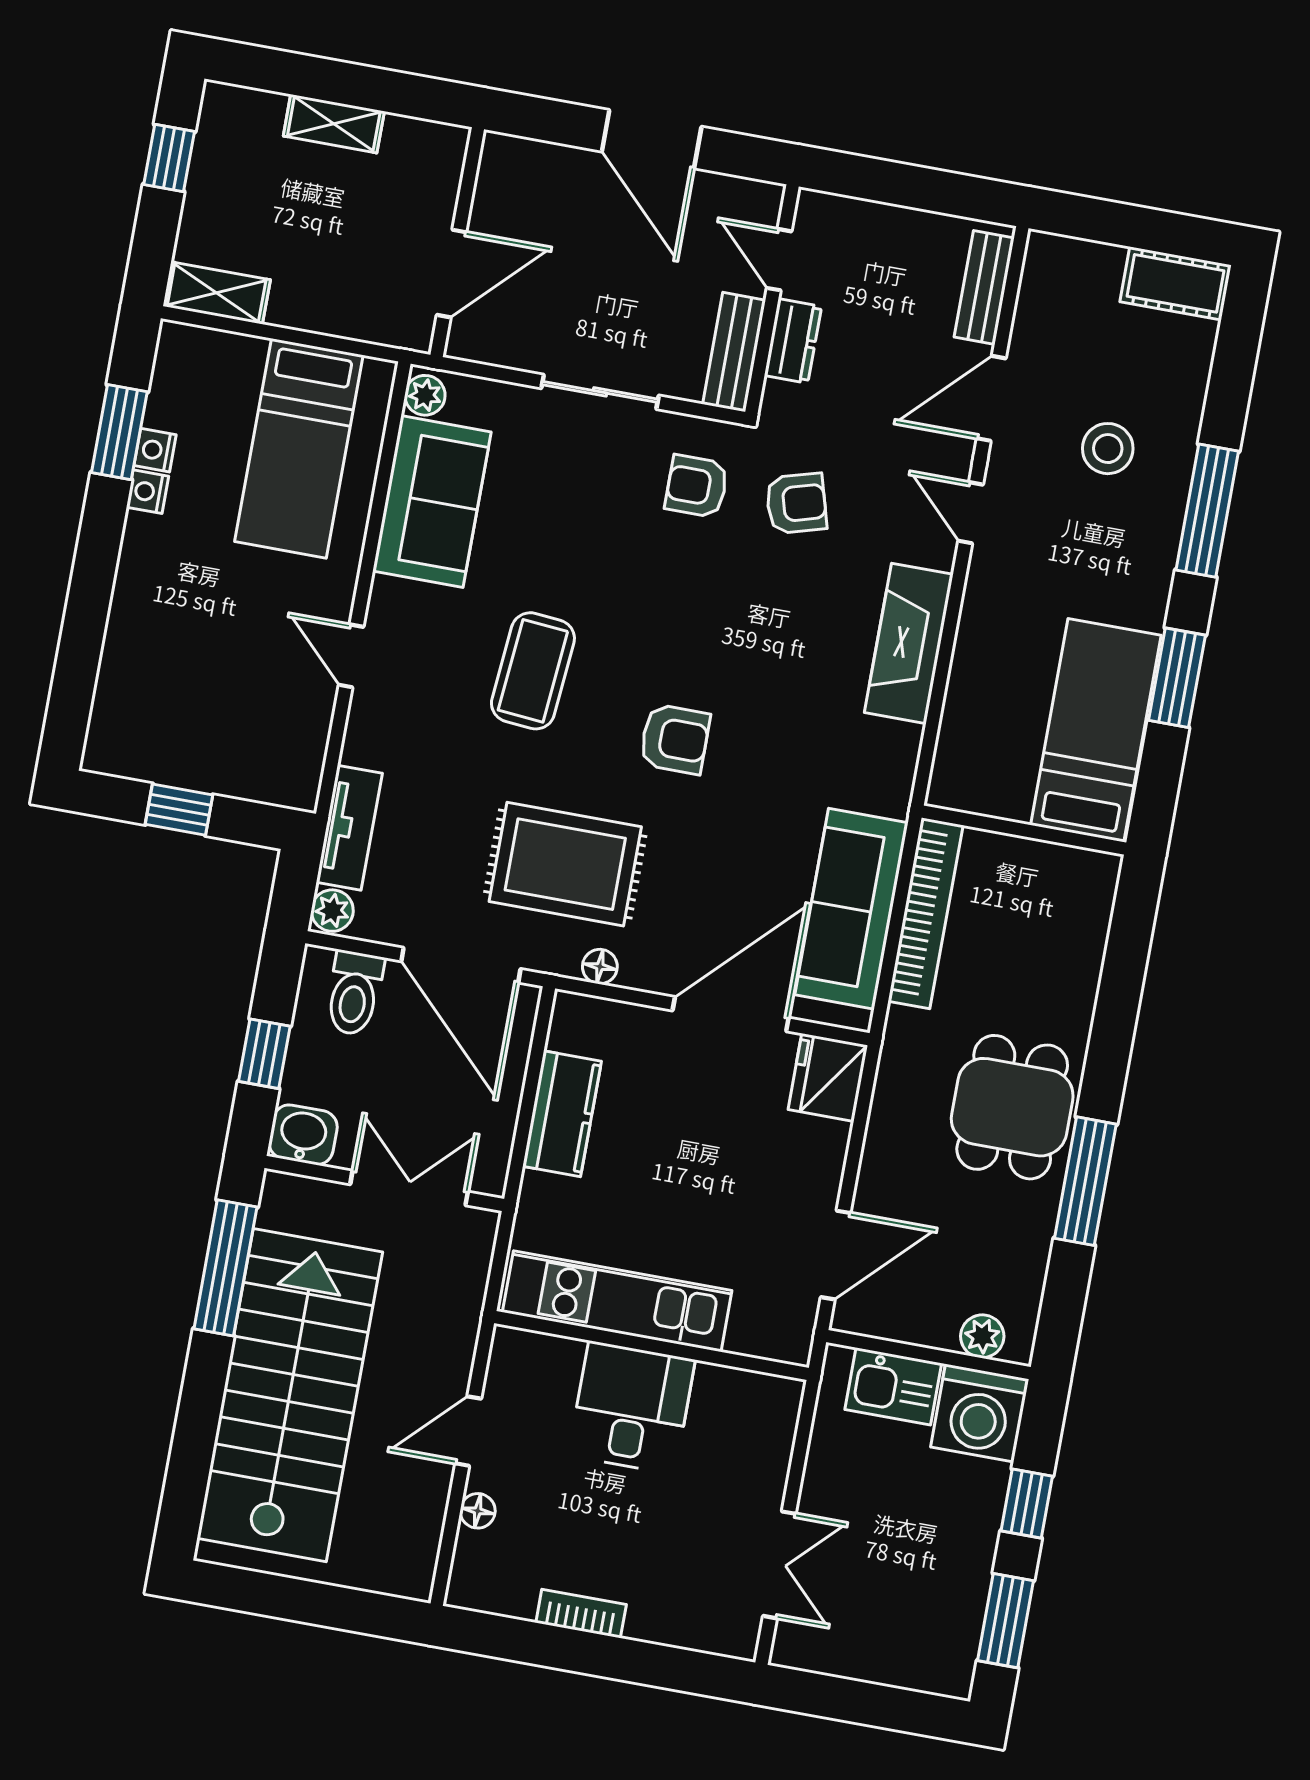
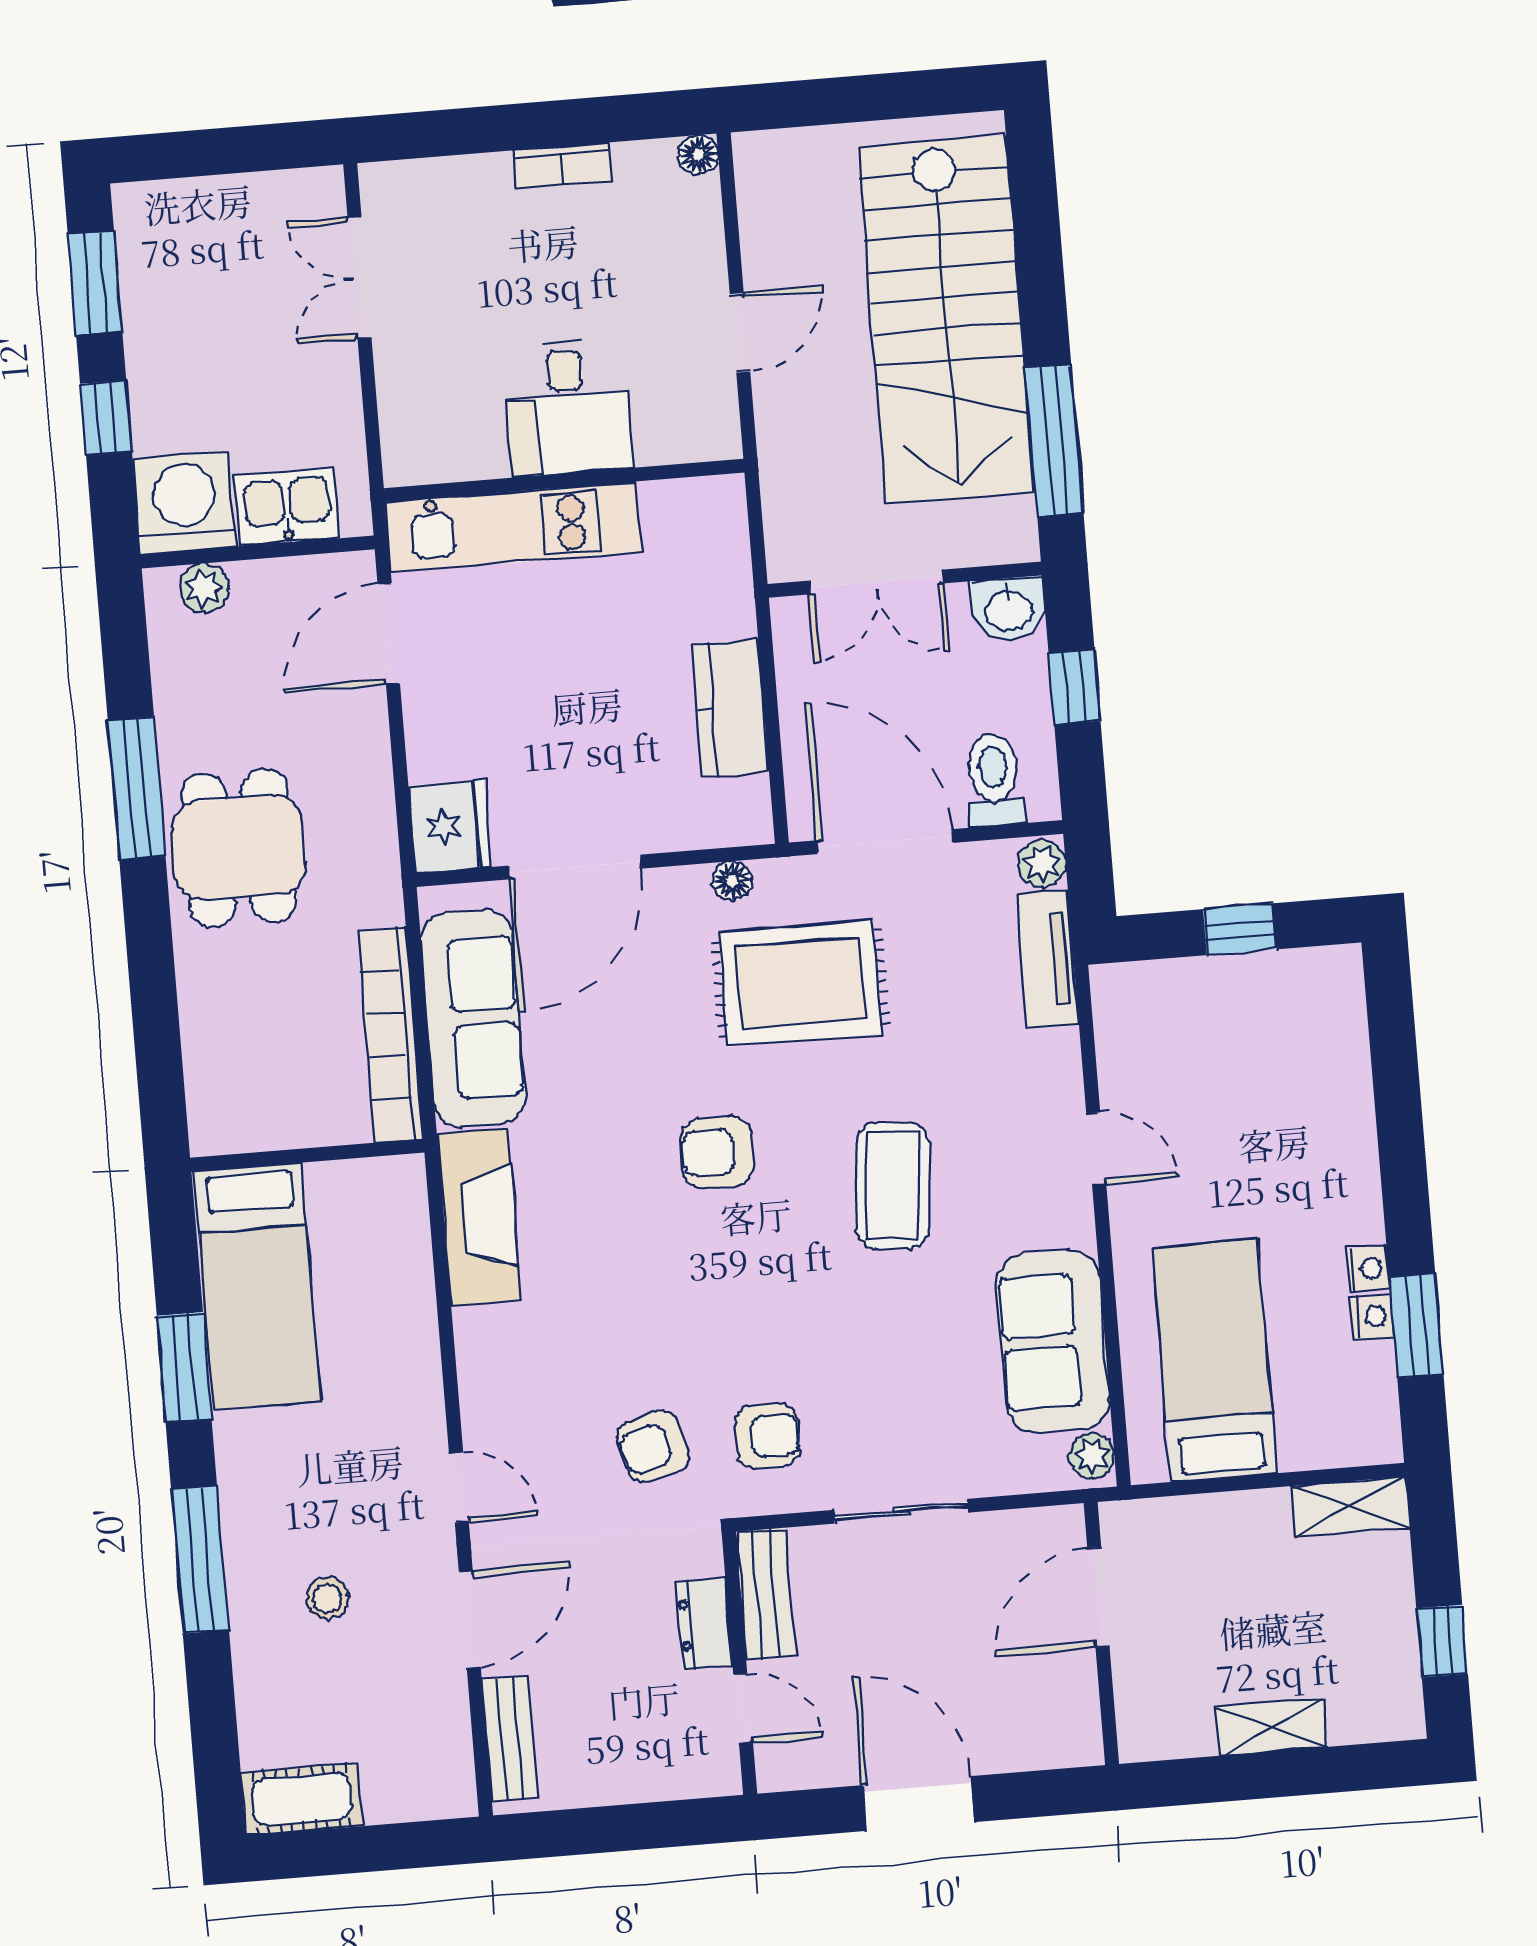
stool: (1108, 449) -> (327, 1598), width x0.73, depth x0.73
fireplace: (909, 643) -> (479, 1217), moved
kitchen unit: (617, 1301) -> (513, 527), moved
floor lamp: (478, 1511) -> (699, 155), moved

